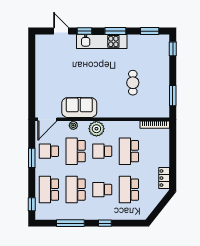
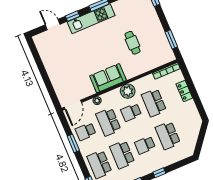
sofa: (79, 108) -> (108, 78), moved
plant: (96, 129) -> (128, 91), moved
locker: (164, 178) -> (184, 91), moved

